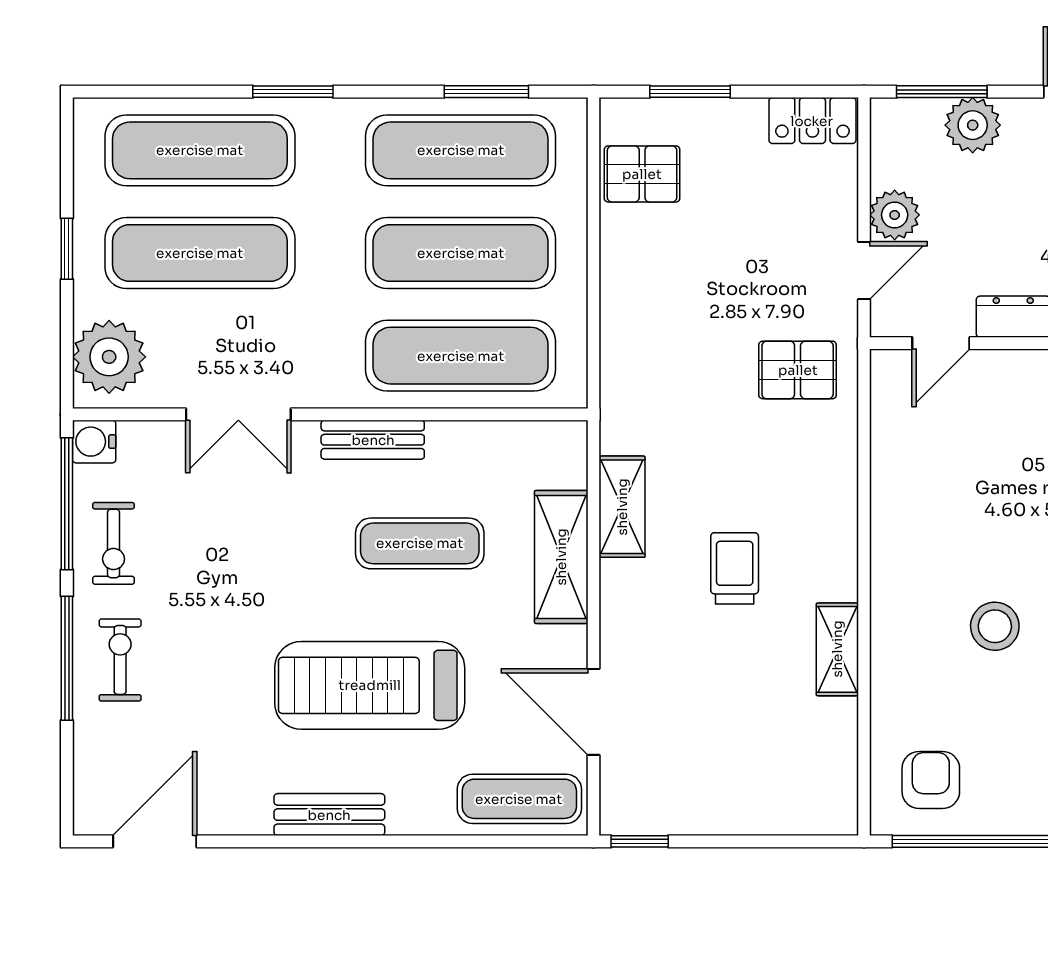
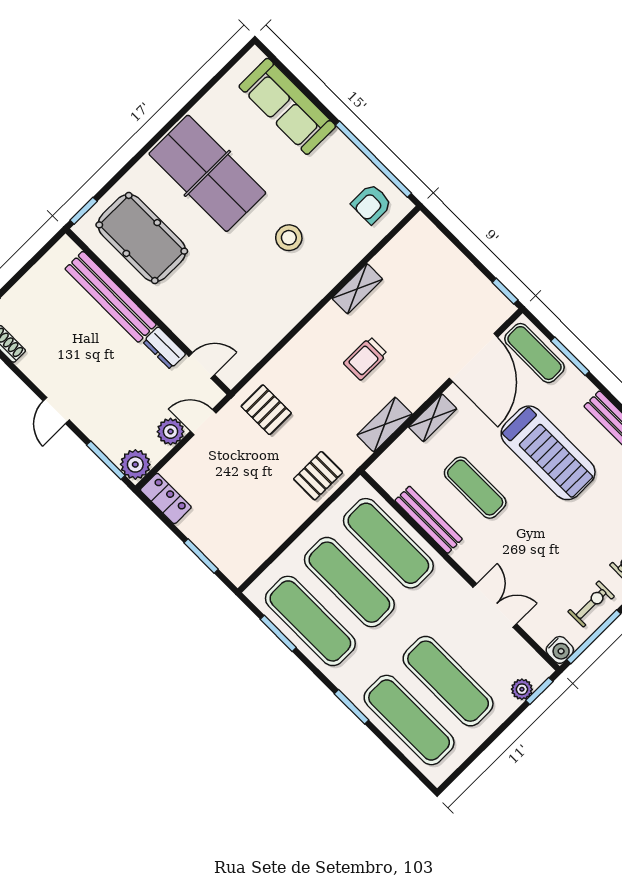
plant: (973, 125) -> (135, 464), moved
pallet: (642, 174) -> (318, 476), moved, turned 90
window: (67, 249) -> (539, 691), moved
plant: (109, 357) -> (522, 689), width x0.53, depth x0.53
bench: (373, 440) -> (429, 520), moved, width x1.36
shelving: (561, 557) -> (433, 418), width x0.67, depth x0.75
door: (594, 712) -> (473, 358), width x1.36
window: (468, 841) -> (570, 356), added

